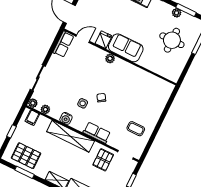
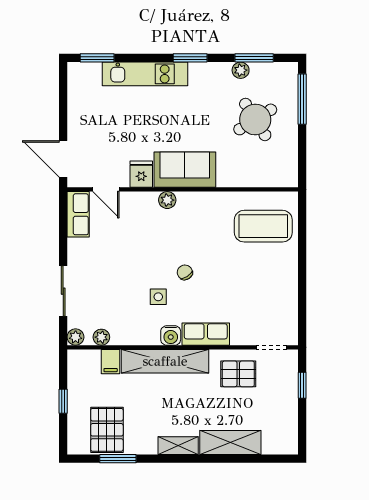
door: (83, 39) -> (106, 189), swing flipped
round table: (172, 40) -> (255, 119), turned -32
filing cabinet: (32, 118) -> (111, 362), moved
water cooler: (66, 118) -> (171, 335), moved
coffee table: (136, 129) -> (263, 226), moved, width x1.86, depth x1.72
pallet: (26, 156) -> (107, 430), turned 90
pallet: (103, 160) -> (238, 374), turned 90

